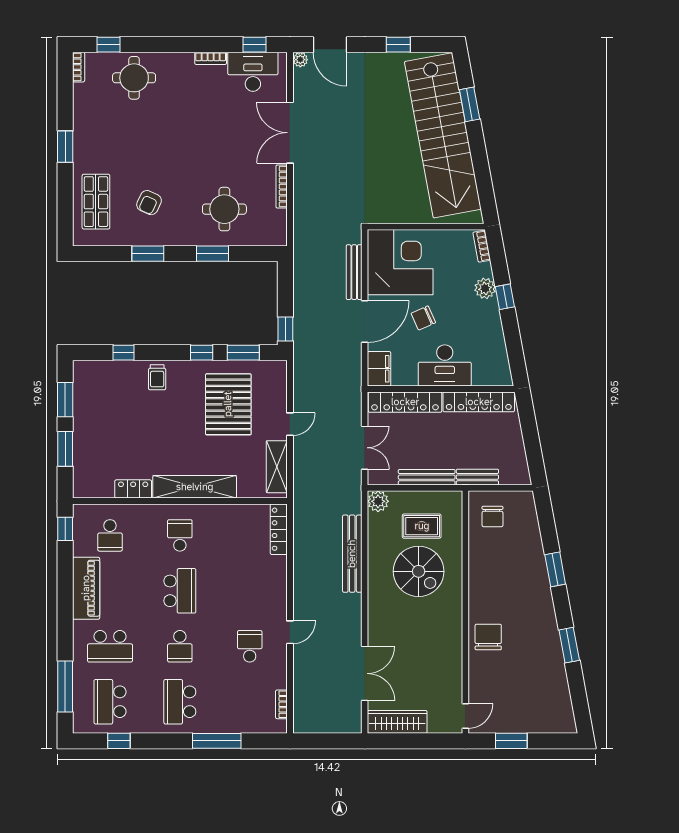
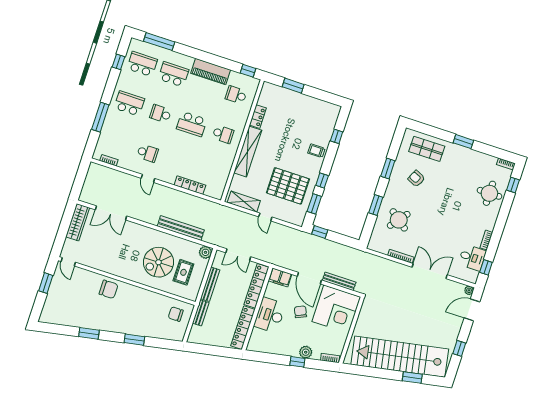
desk: (253, 72) -> (472, 258), width x0.73
round table: (224, 209) -> (399, 220), turned 38
window: (65, 400) -> (321, 95), removed
locker: (279, 529) -> (190, 185), moved
school desk: (110, 646) -> (173, 74), turned 90

